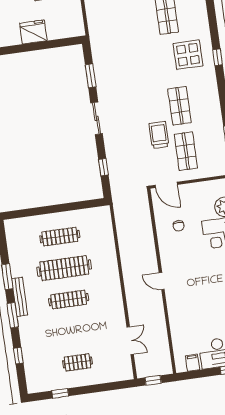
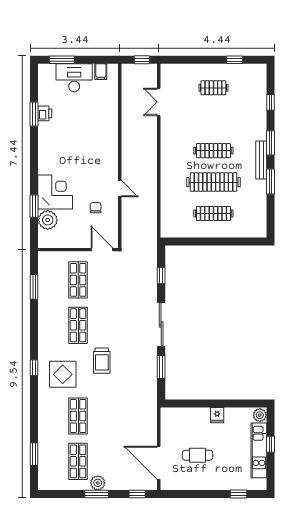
fridge: (33, 32) -> (217, 415), width x0.53, depth x0.75
sliding door: (97, 118) -> (161, 324), width x1.37
trolley: (159, 135) -> (102, 361), moved
door: (162, 281) -> (120, 188), moved

